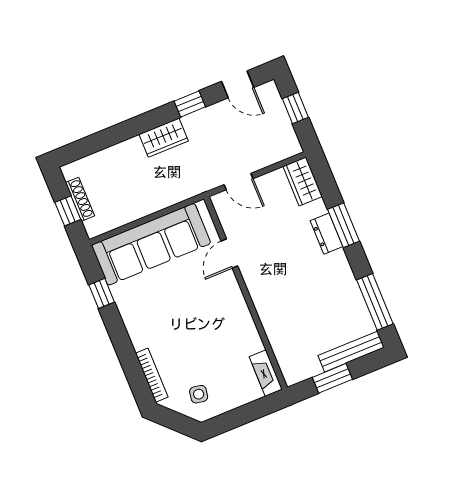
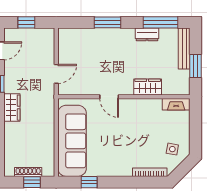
wardrobe: (303, 181) -> (148, 87), moved, turned 180
dresser: (326, 234) -> (147, 34), moved
door: (229, 253) -> (109, 97), moved

